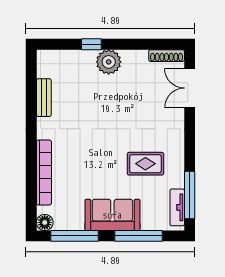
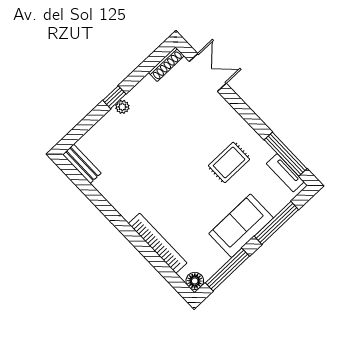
window: (91, 44) -> (114, 97), moved
plant: (109, 62) -> (122, 107), width x0.53, depth x0.53
double door: (190, 88) -> (208, 72), swing flipped
bench: (44, 98) -> (82, 164), moved

